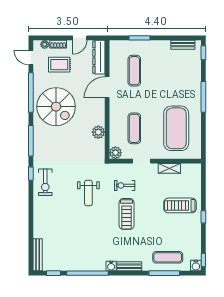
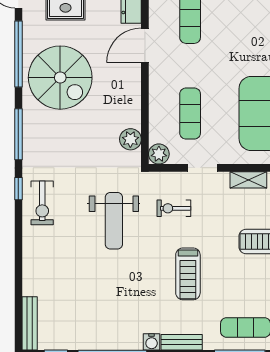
plant: (98, 132) -> (130, 139), moved
weight bench: (88, 193) -> (114, 221), width x1.36, depth x1.33
treadmill: (127, 214) -> (188, 274), moved

